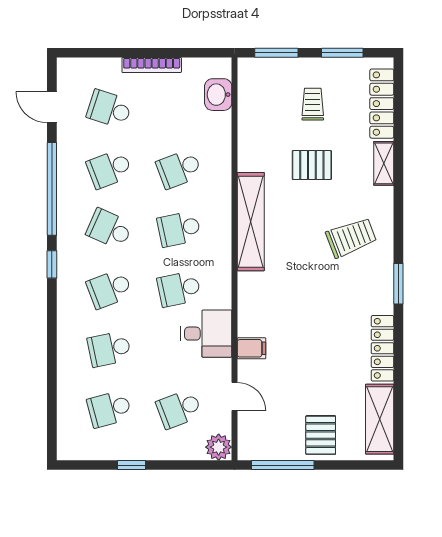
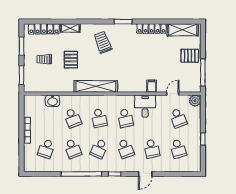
washbasin: (218, 95) -> (52, 101), moved
door: (52, 107) -> (145, 174), moved

